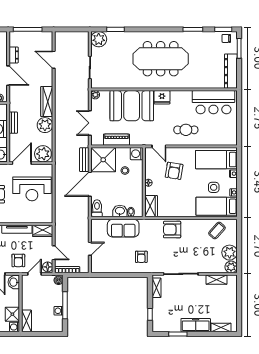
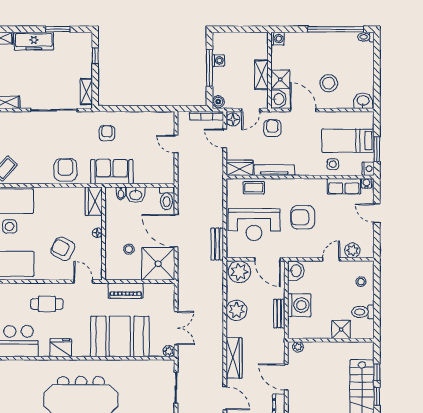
fridge: (162, 97) -> (61, 348), moved
wardrobe: (47, 101) -> (234, 358), moved
double door: (90, 123) -> (176, 328), moved
piano: (116, 140) -> (126, 291), moved
washing machine: (137, 154) -> (113, 272), removed
bench: (84, 160) -> (217, 244), moved
door: (22, 163) -> (268, 259), hinge flipped
armchair: (174, 171) -> (63, 249), turned -73
door: (90, 184) -> (176, 231), swing flipped
reception desk: (32, 189) -> (254, 225), turned 180
coffee table: (32, 216) -> (254, 188), added
sofa: (123, 228) -> (112, 172), moved
armchair: (172, 230) -> (65, 170), turned -90
door: (90, 249) -> (176, 144), hinge flipped
shower: (12, 314) -> (280, 79), moved
shelving: (26, 321) -> (261, 75), moved

